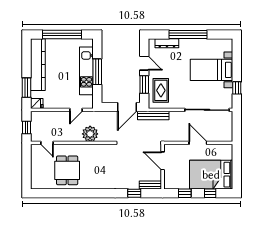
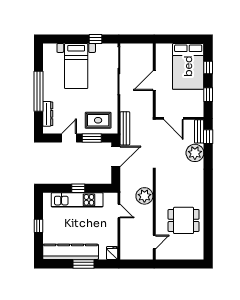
window: (62, 35) -> (38, 226), width x0.32
window: (97, 72) -> (78, 188), width x0.46
window: (26, 88) -> (83, 264), moved
door: (127, 107) -> (116, 156), hinge flipped
window: (26, 127) -> (138, 264), removed
door: (163, 161) -> (173, 118), hinge flipped
plant: (130, 181) -> (195, 153), added
window: (134, 193) -> (208, 137), moved

